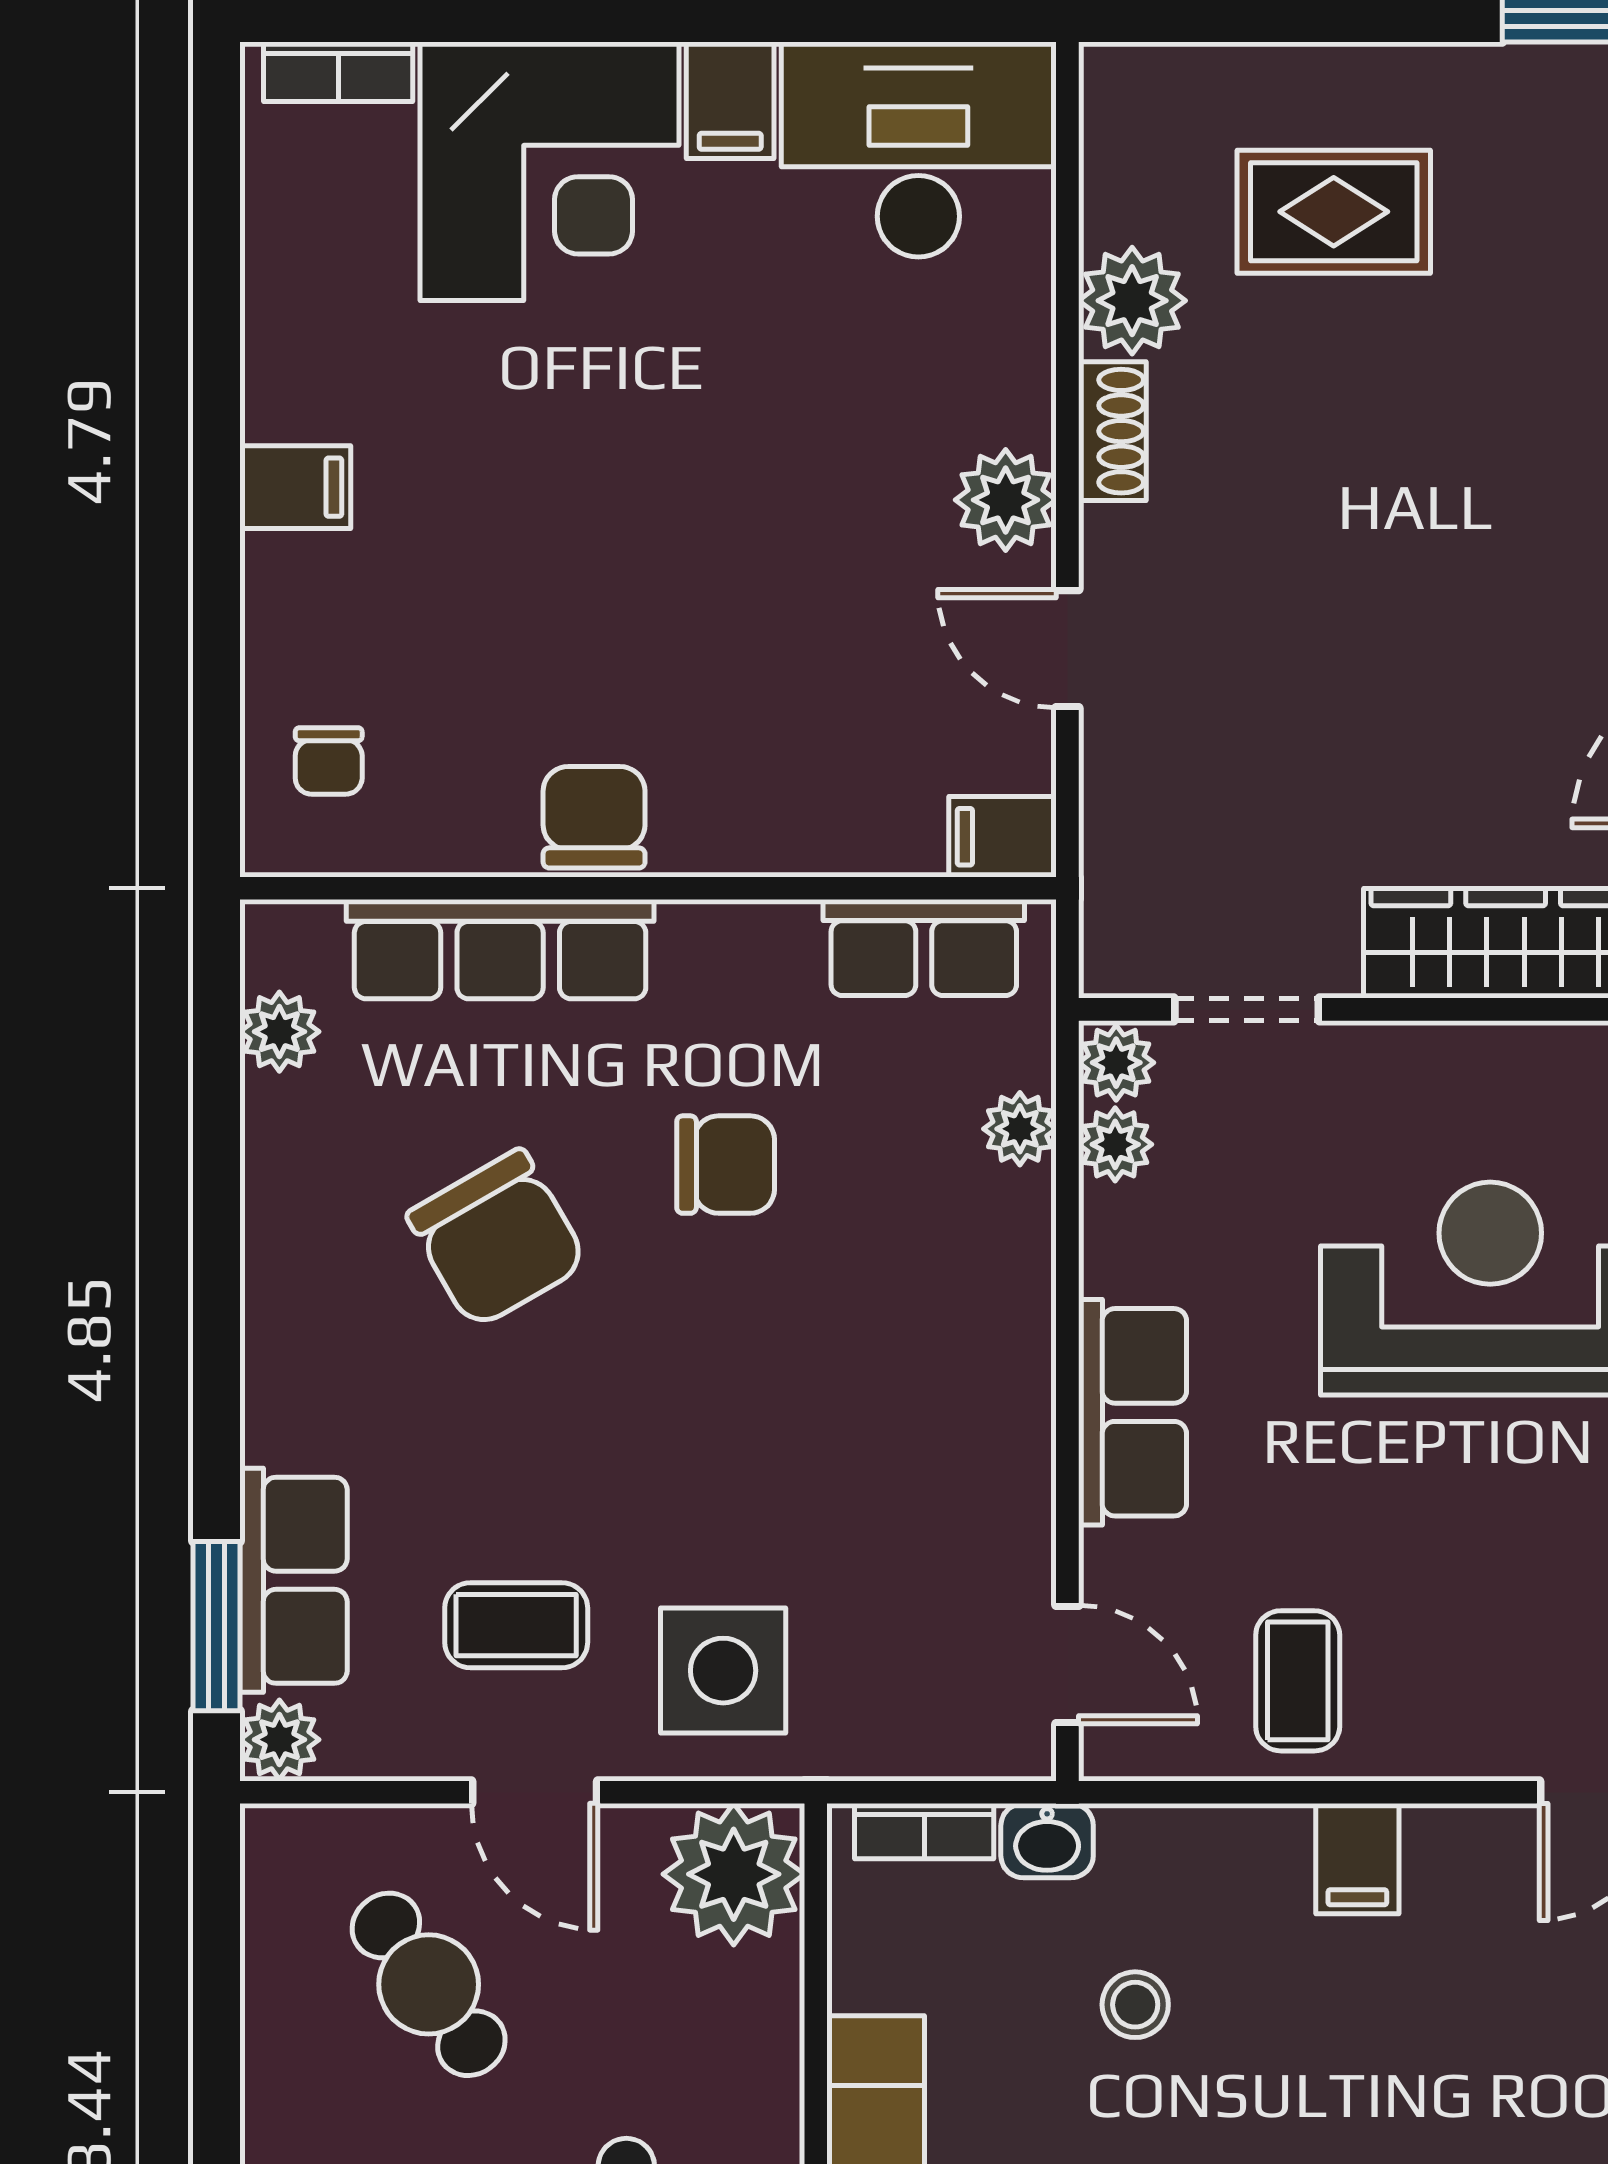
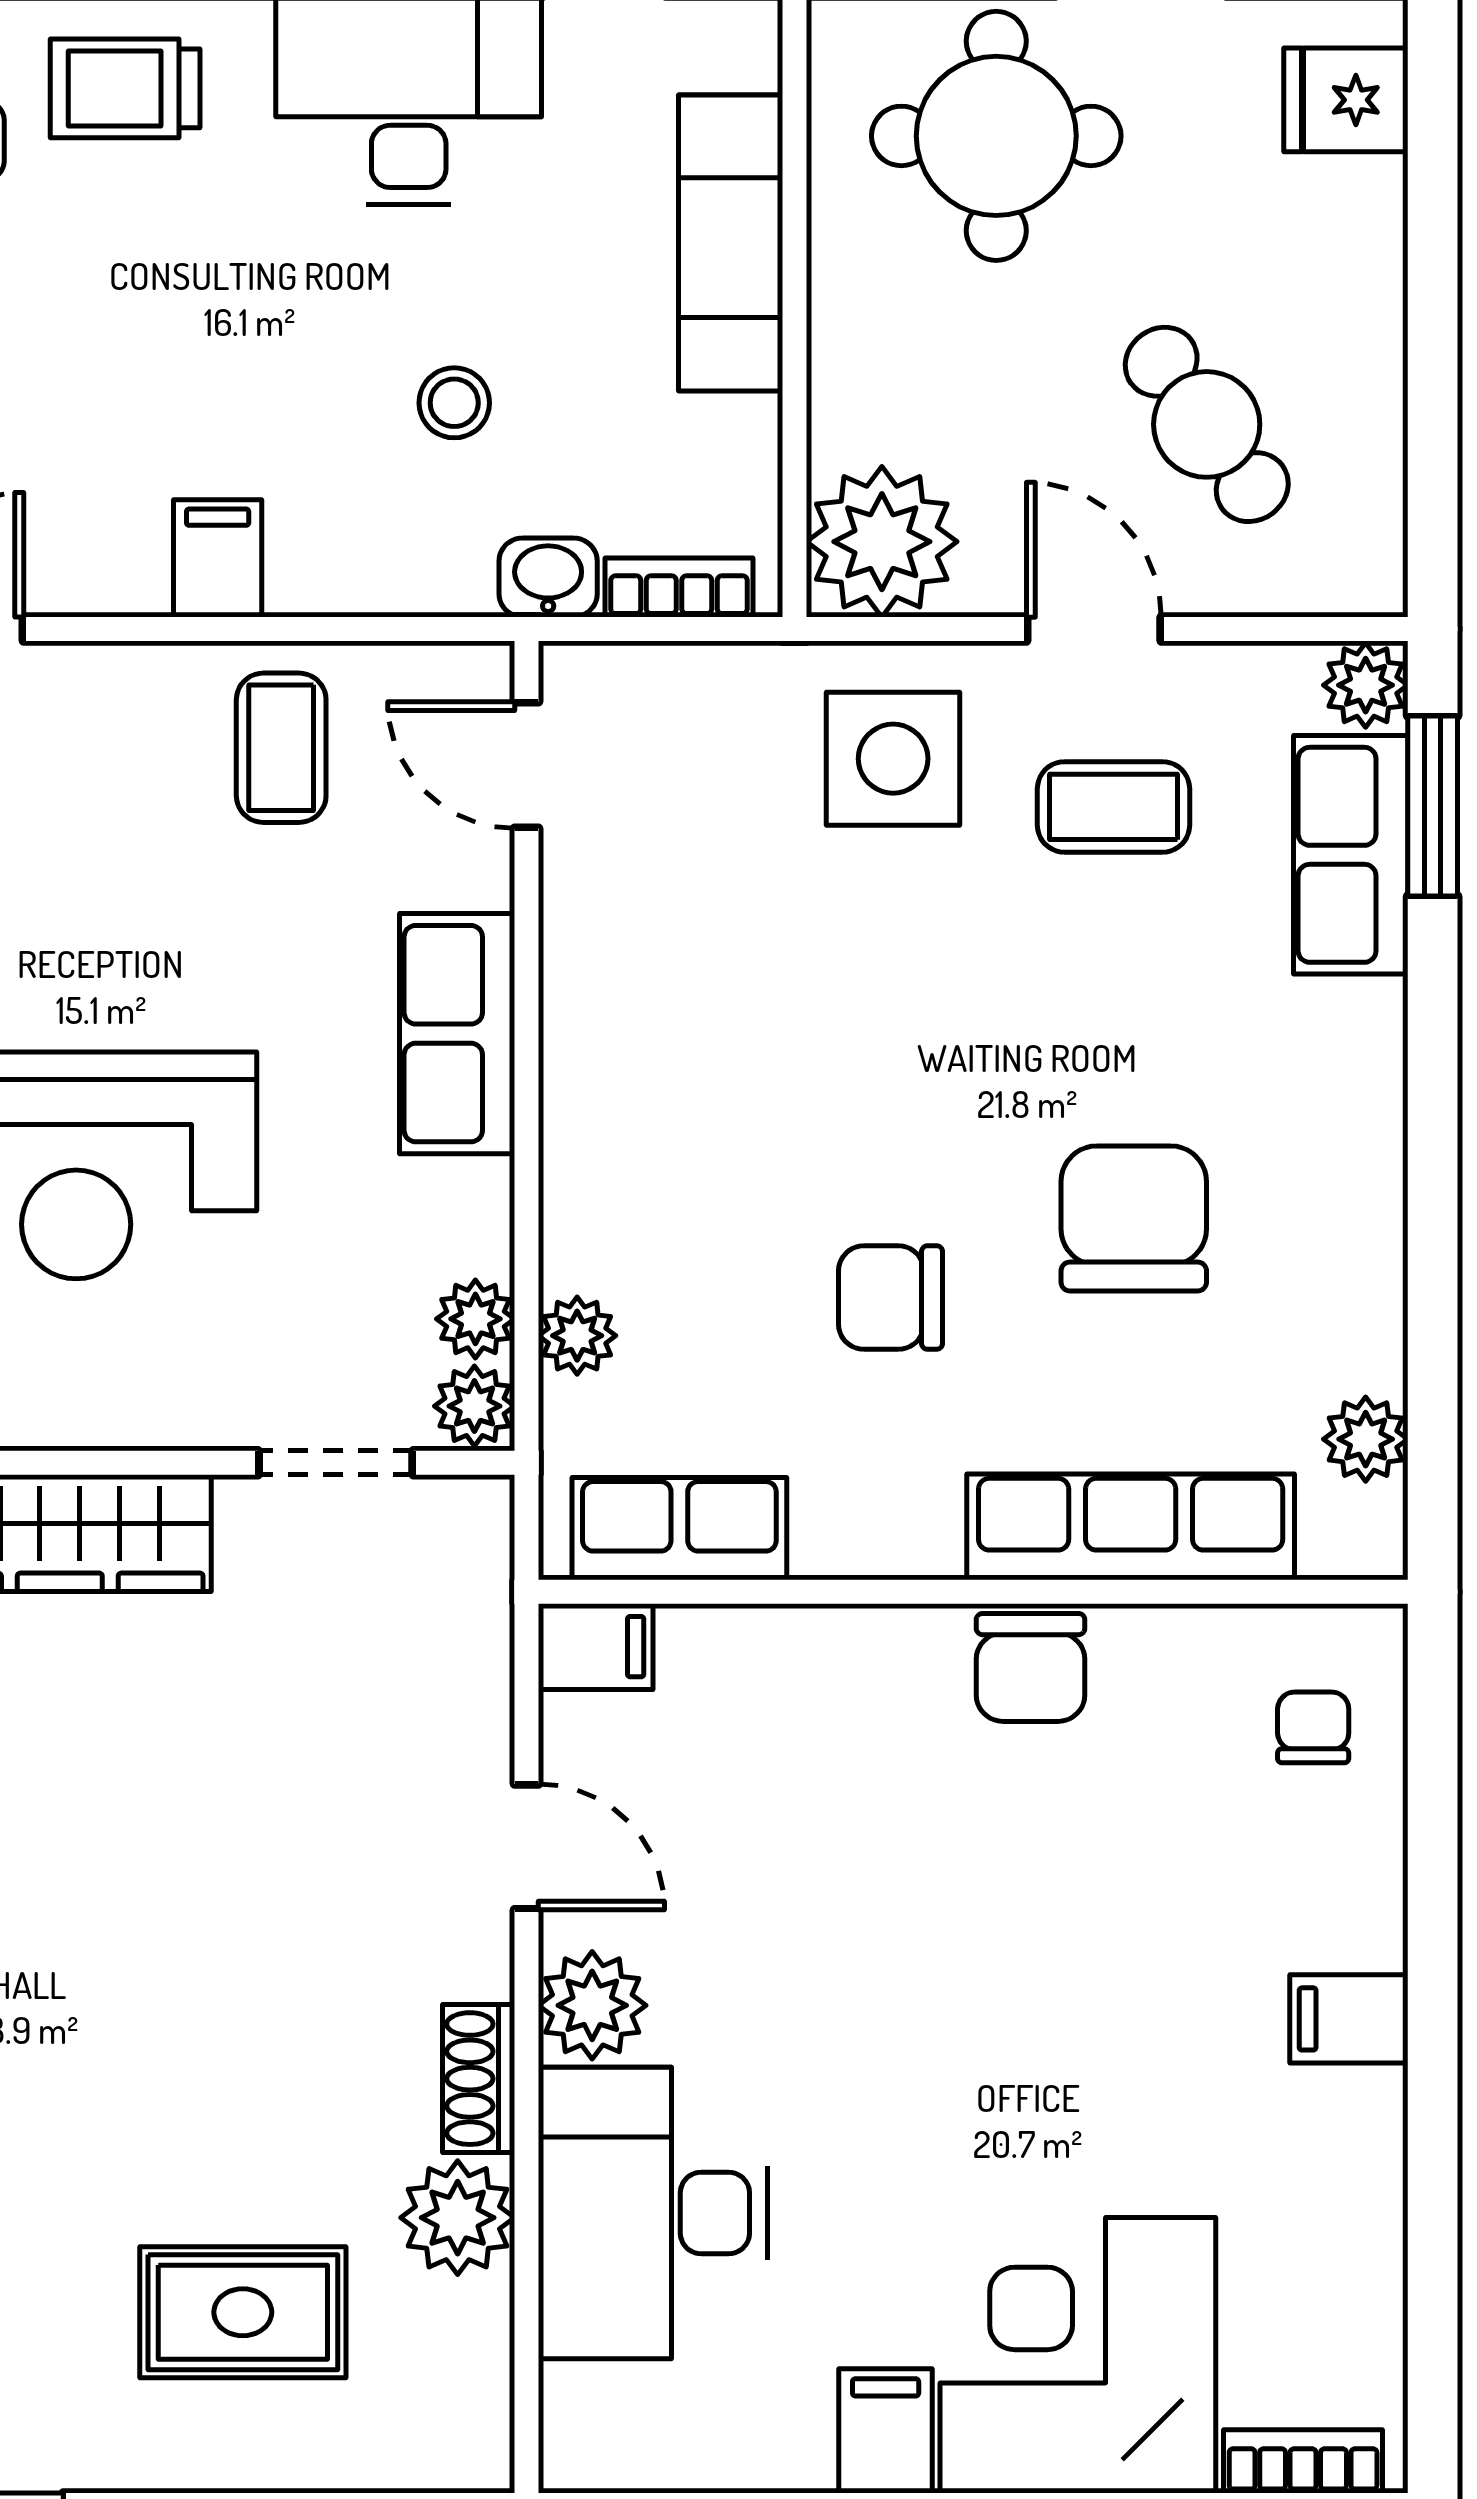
desk: (918, 150) -> (653, 2213), moved, turned 90
chair: (497, 1239) -> (1134, 1218), turned 30

